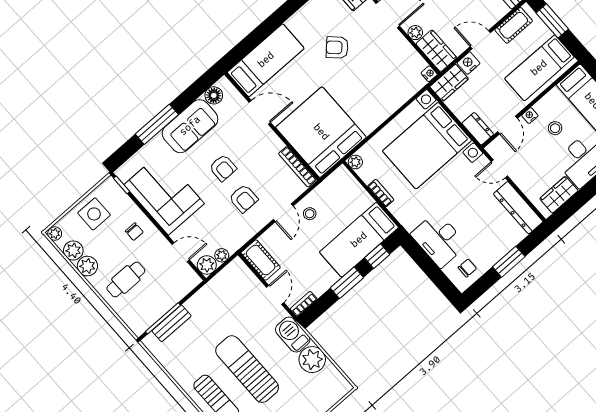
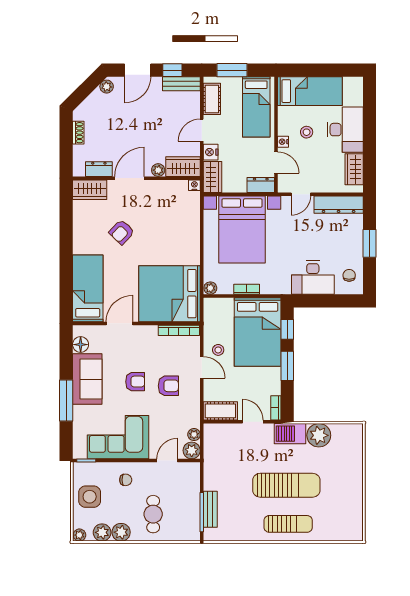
bed: (359, 240) -> (258, 332), width x1.50
sun lounger: (247, 369) -> (286, 485), turned 180

